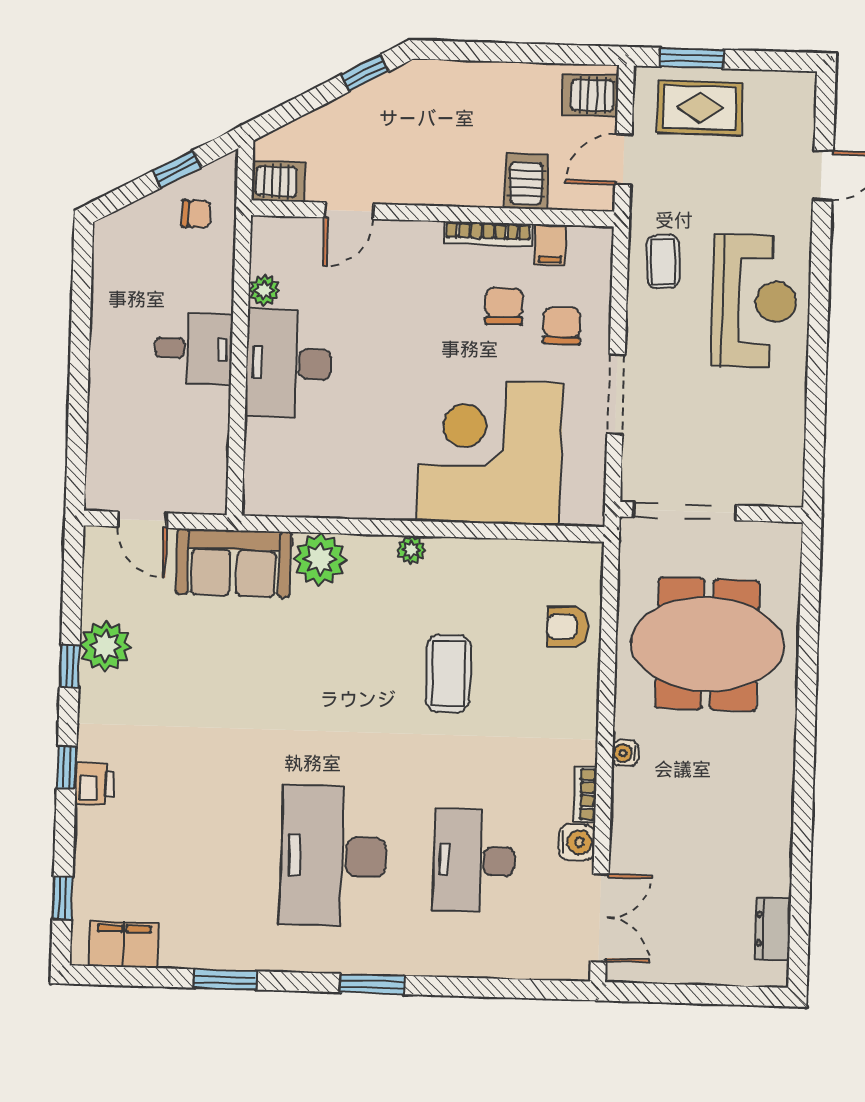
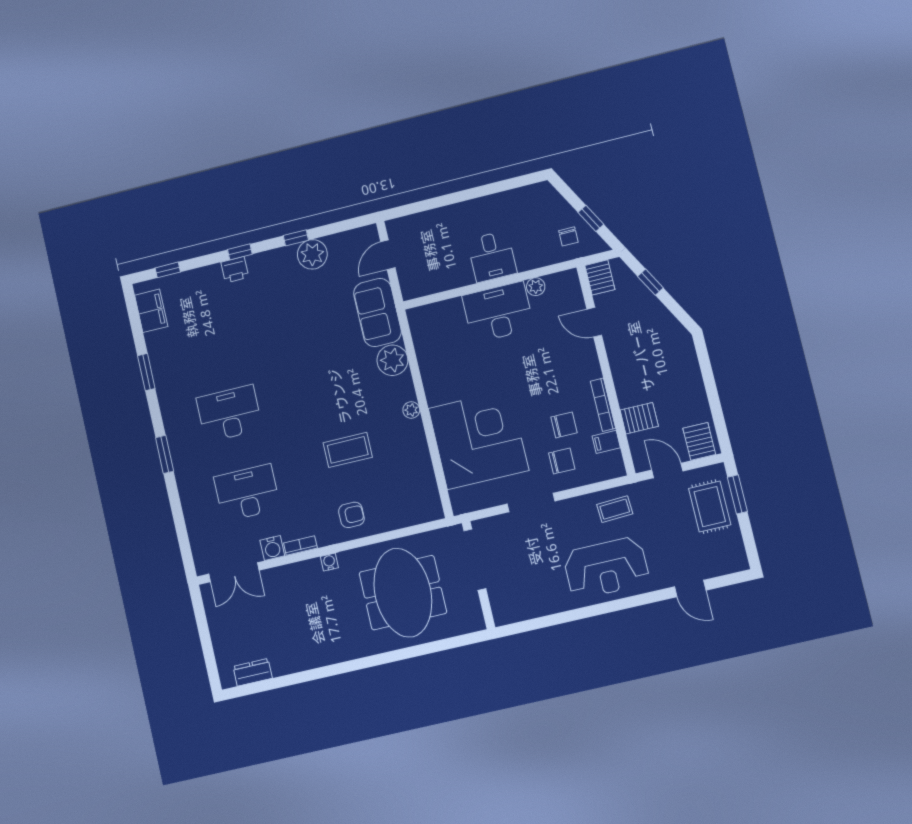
window: (365, 73) -> (650, 282), moved
armchair: (568, 627) -> (351, 515), moved, turned 92
desk: (334, 856) -> (229, 414), width x0.73, depth x0.77

